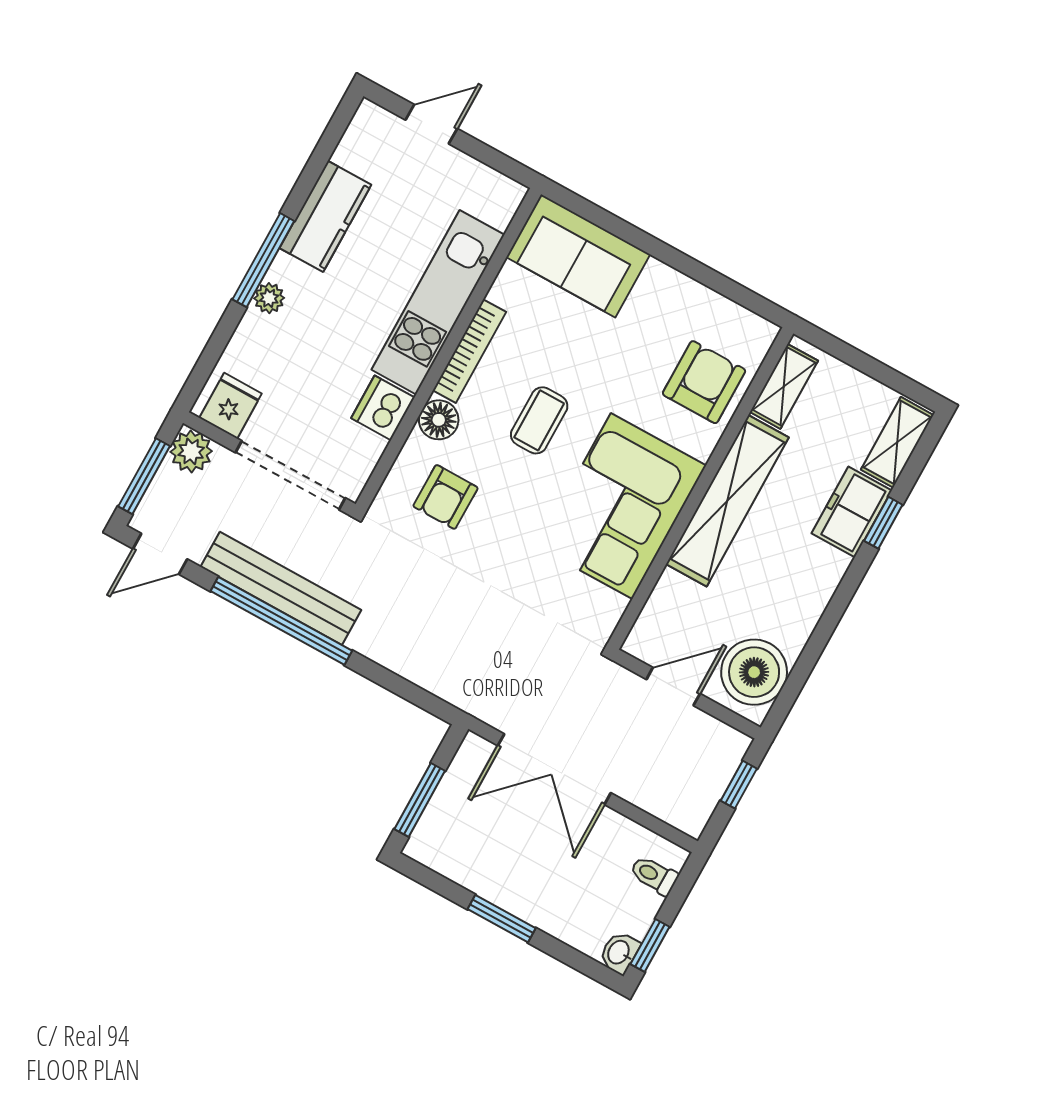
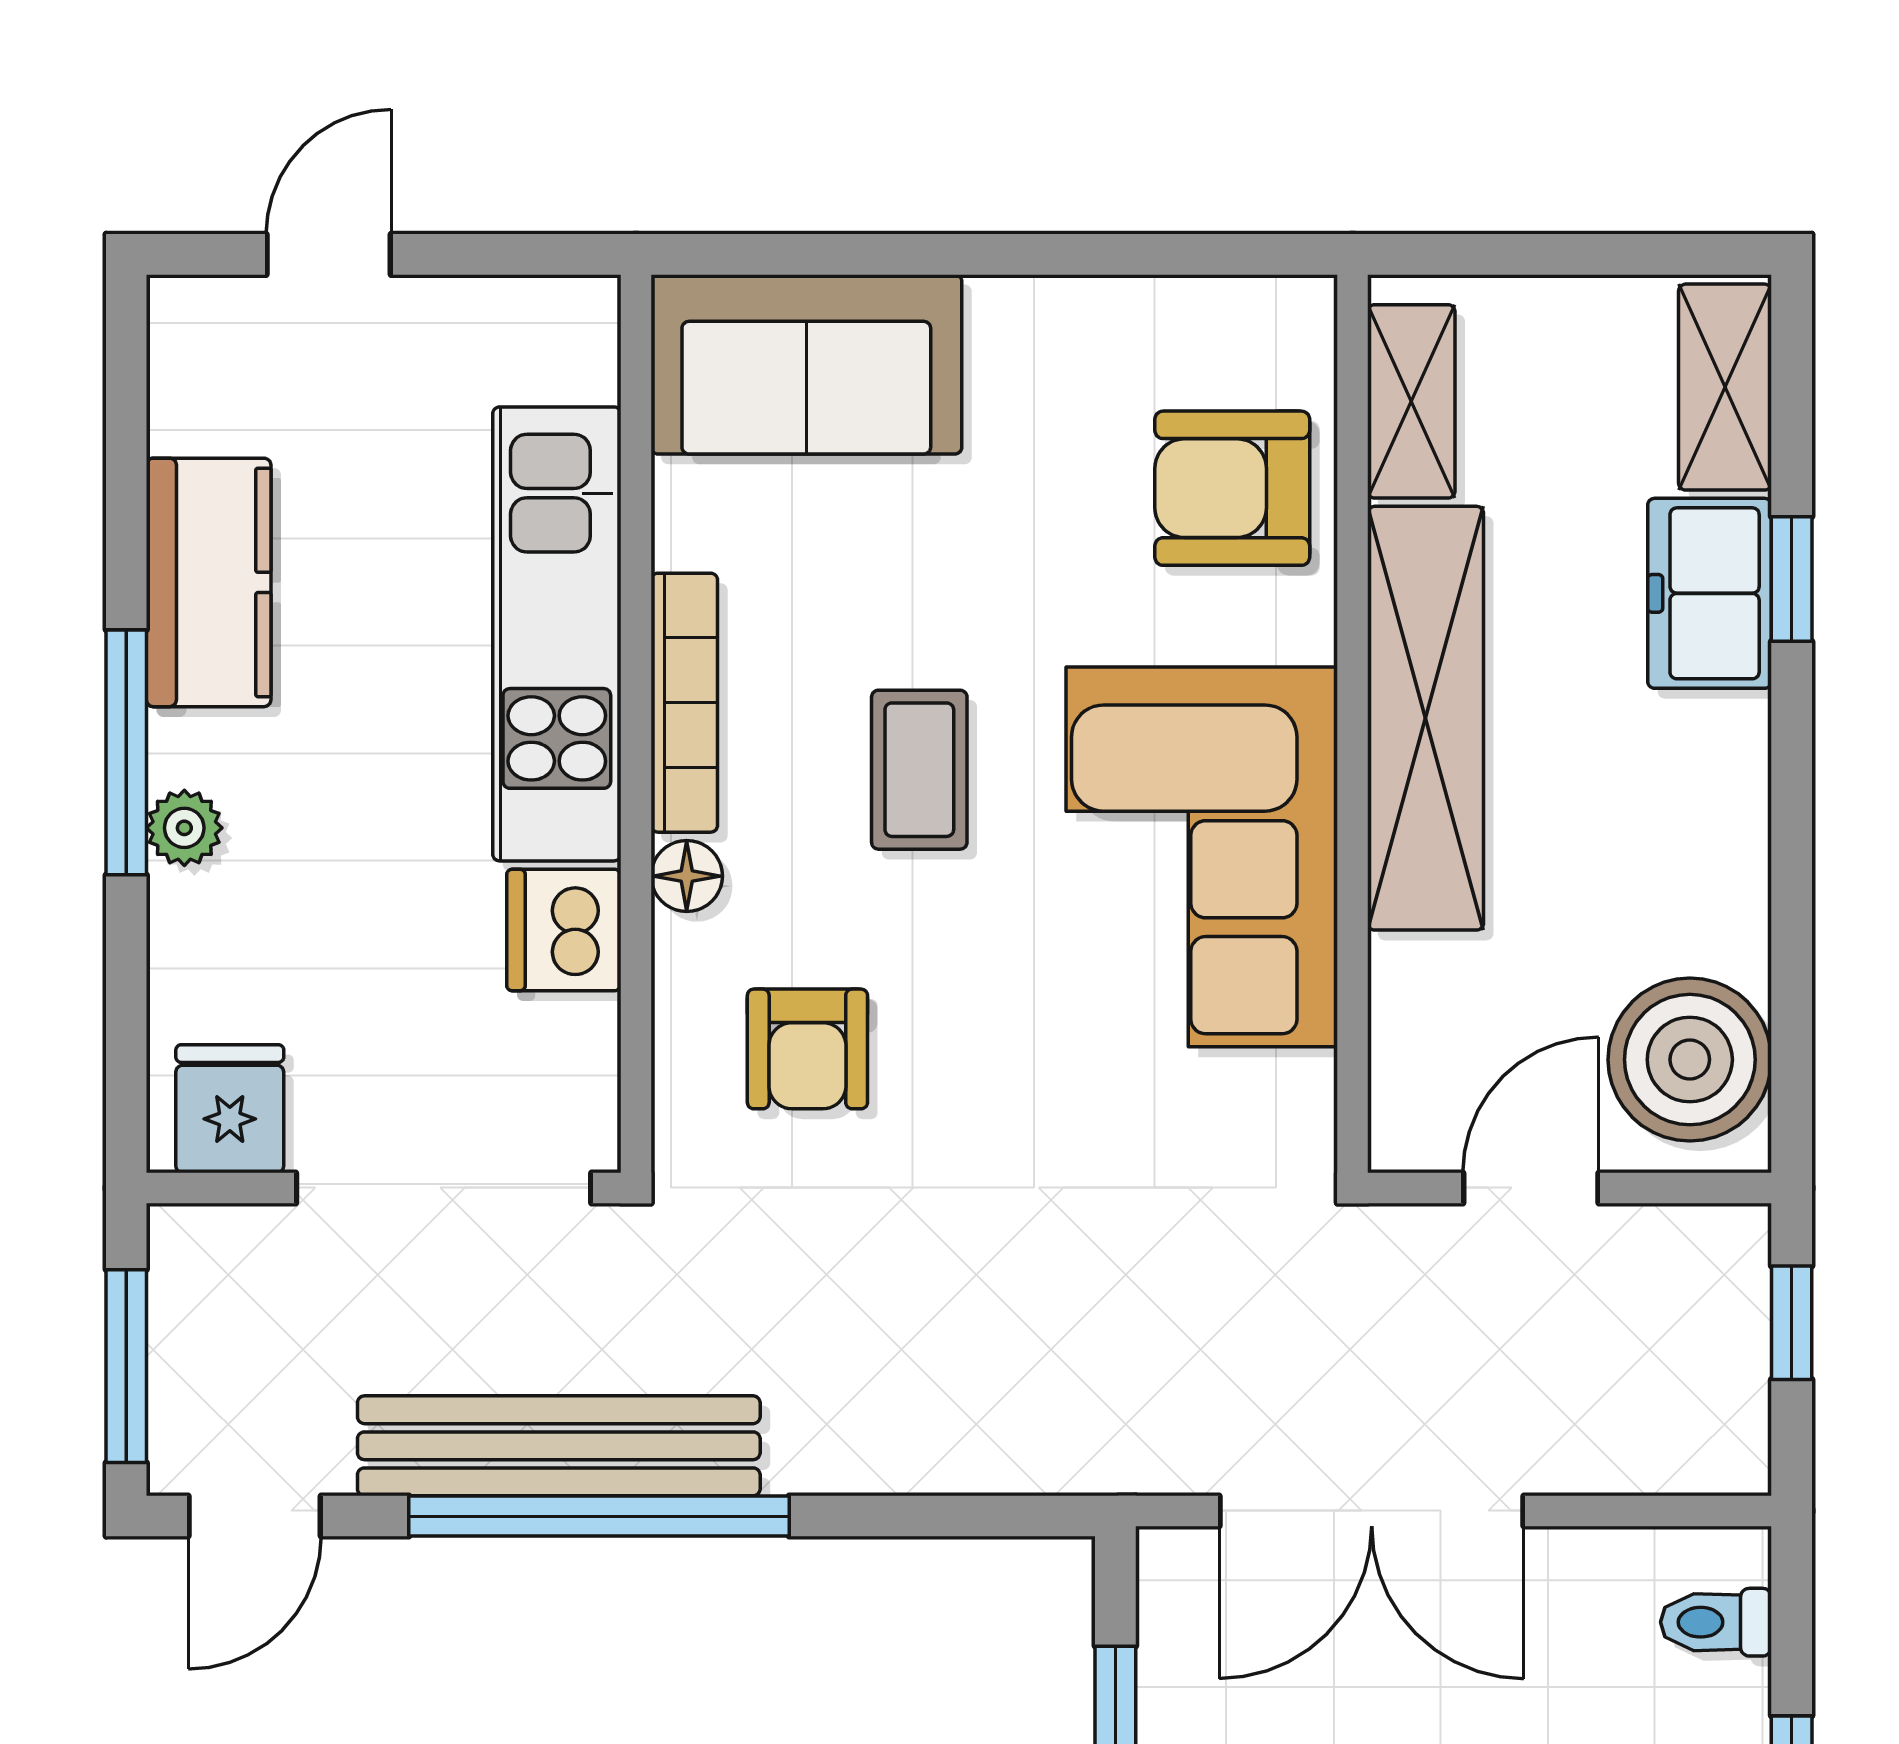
armchair: (704, 382) -> (1232, 488), turned -90
floor lamp: (439, 420) -> (687, 876), width x0.73, depth x0.73
plant: (191, 451) -> (199, 1256), removed

